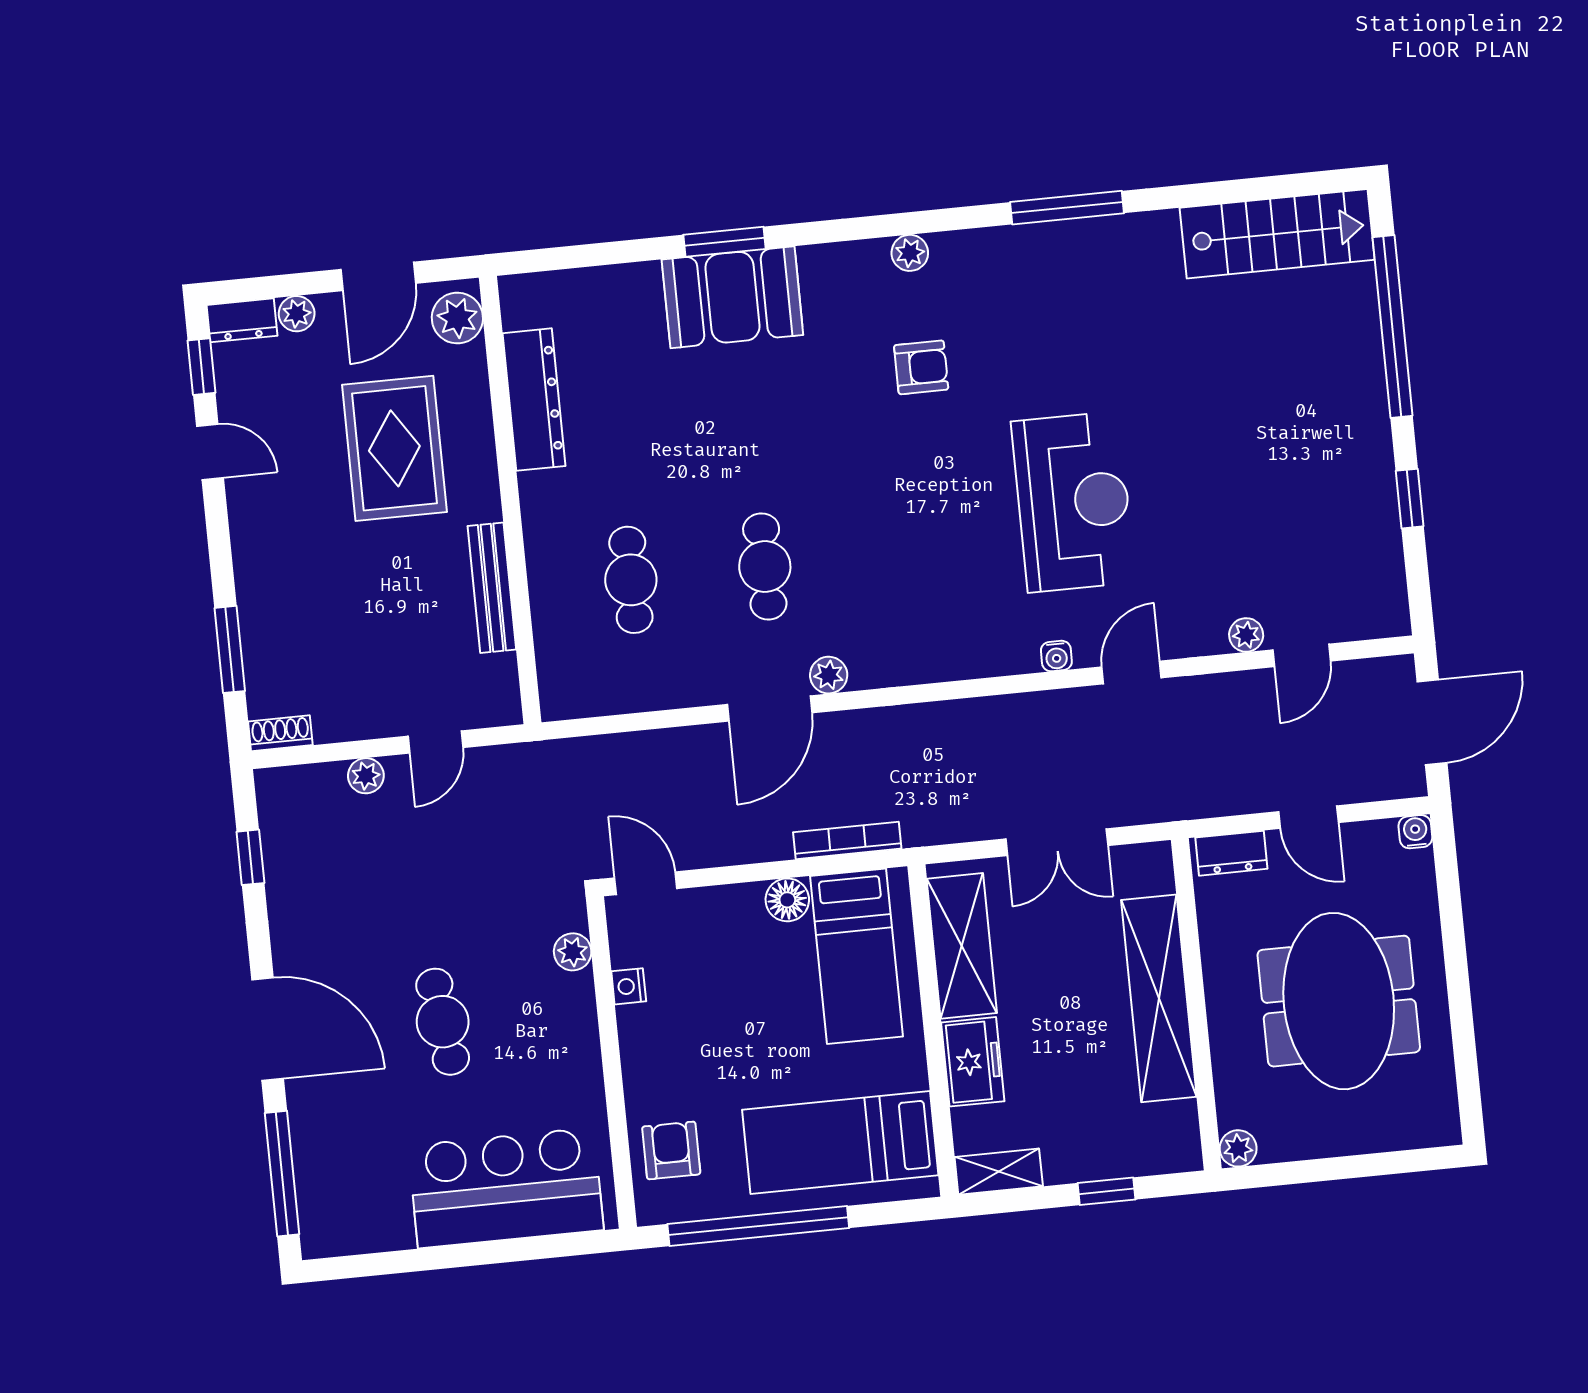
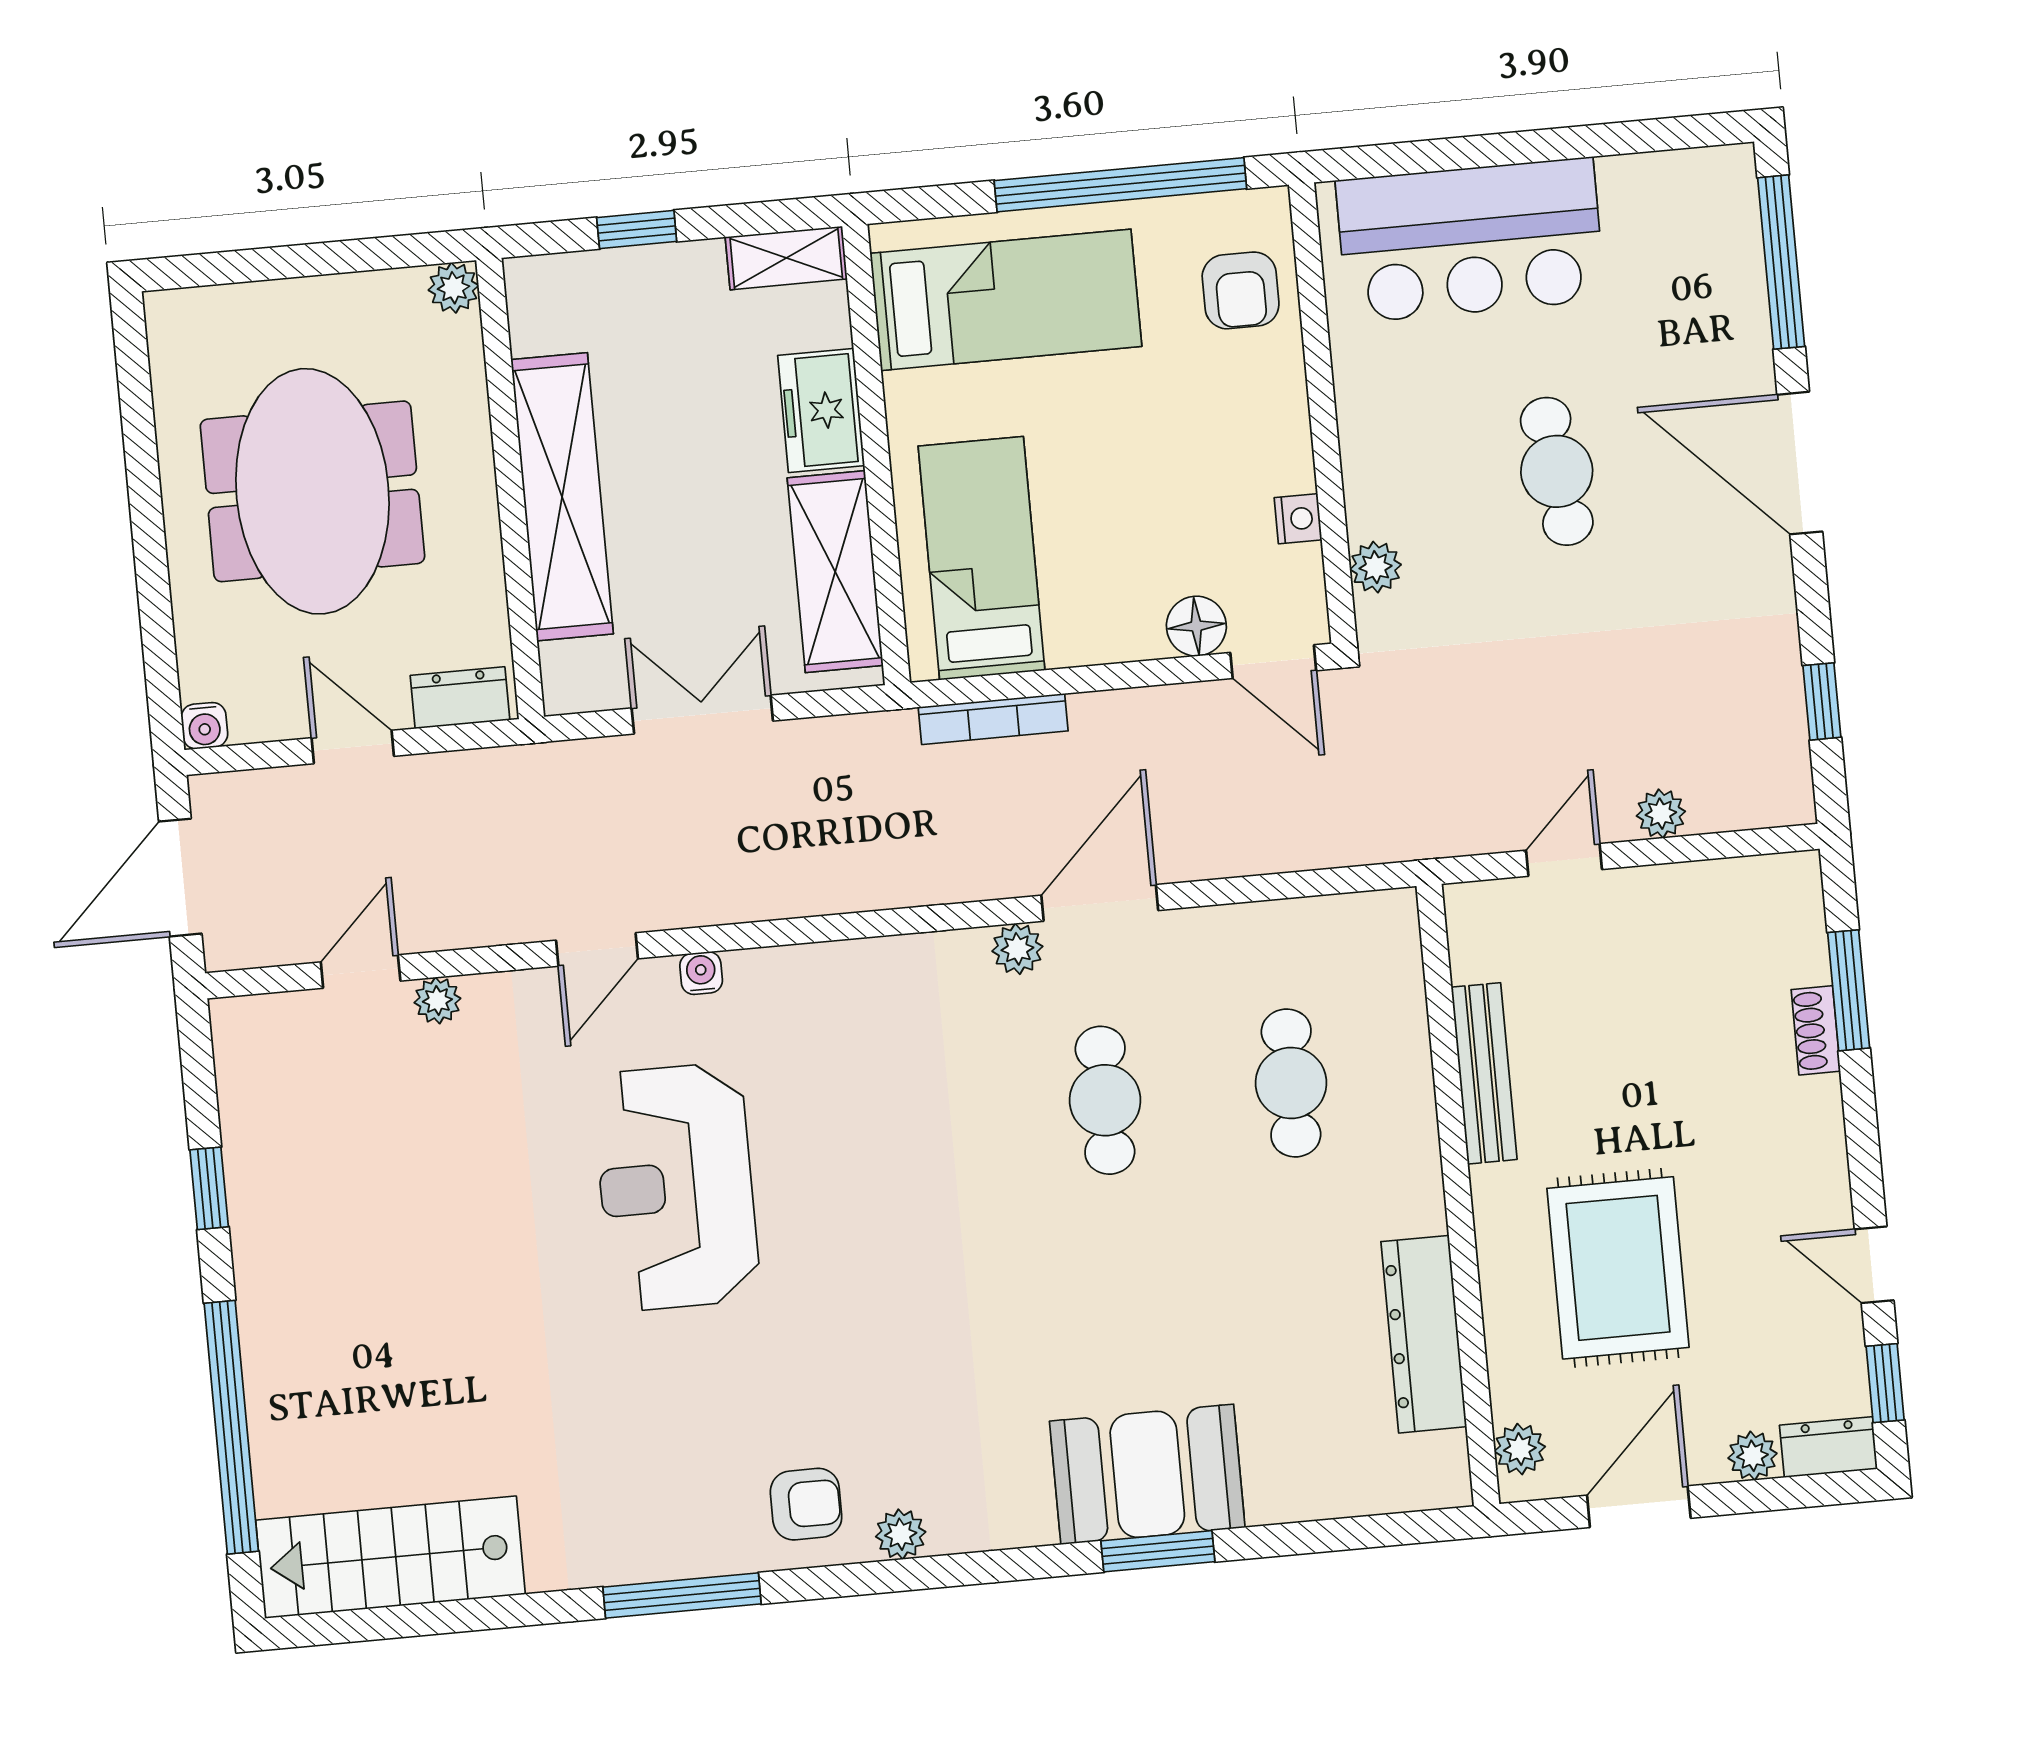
plant: (457, 318) -> (1520, 1449), width x0.73, depth x0.73
armchair: (921, 367) -> (806, 1504), moved, turned 180
shoe rack: (280, 733) -> (1816, 1030), moved, turned 90
floor lamp: (787, 900) -> (1196, 626), moved

